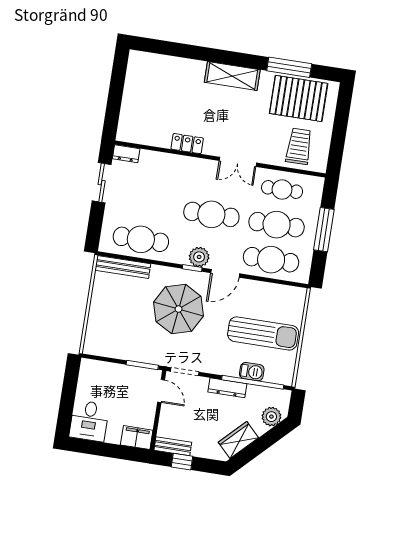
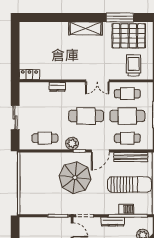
locker: (187, 144) -> (29, 75), moved
dresser: (126, 154) -> (57, 87), moved
sliding door: (102, 183) -> (15, 117), moved
cafe table: (141, 239) -> (45, 138), width x0.73, depth x0.74
plant: (199, 257) -> (72, 143), moved
cafe table: (271, 260) -> (127, 138), width x0.73, depth x0.74
bench: (123, 267) -> (131, 157), moved

